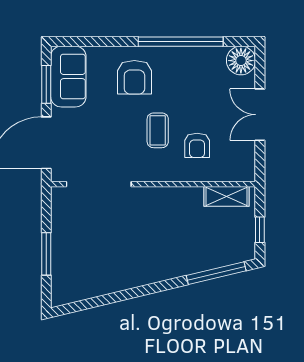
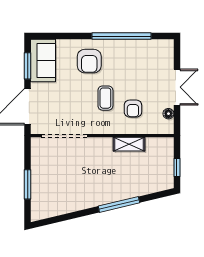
floor lamp: (241, 61) -> (168, 114), moved, width x0.53, depth x0.53
double door: (260, 115) -> (177, 87), swing flipped
shelving: (226, 196) -> (129, 144), moved
window: (216, 273) -> (119, 204), moved

